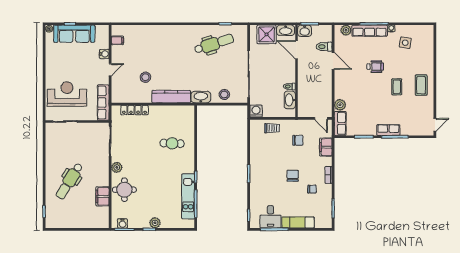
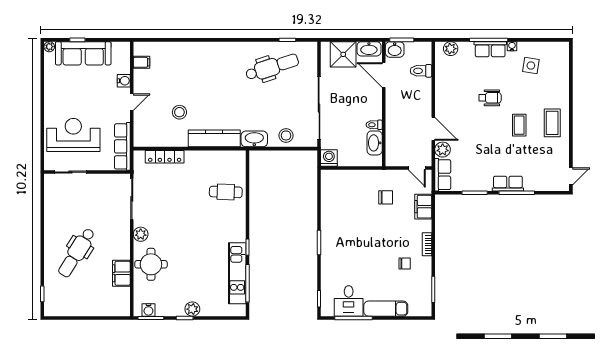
row of seats: (370, 31) -> (490, 49), width x0.68
door: (333, 61) -> (433, 129), moved
trolley: (272, 128) -> (351, 181), removed
cafe table: (172, 143) -> (226, 192), moved
chair: (293, 176) -> (379, 245), removed

